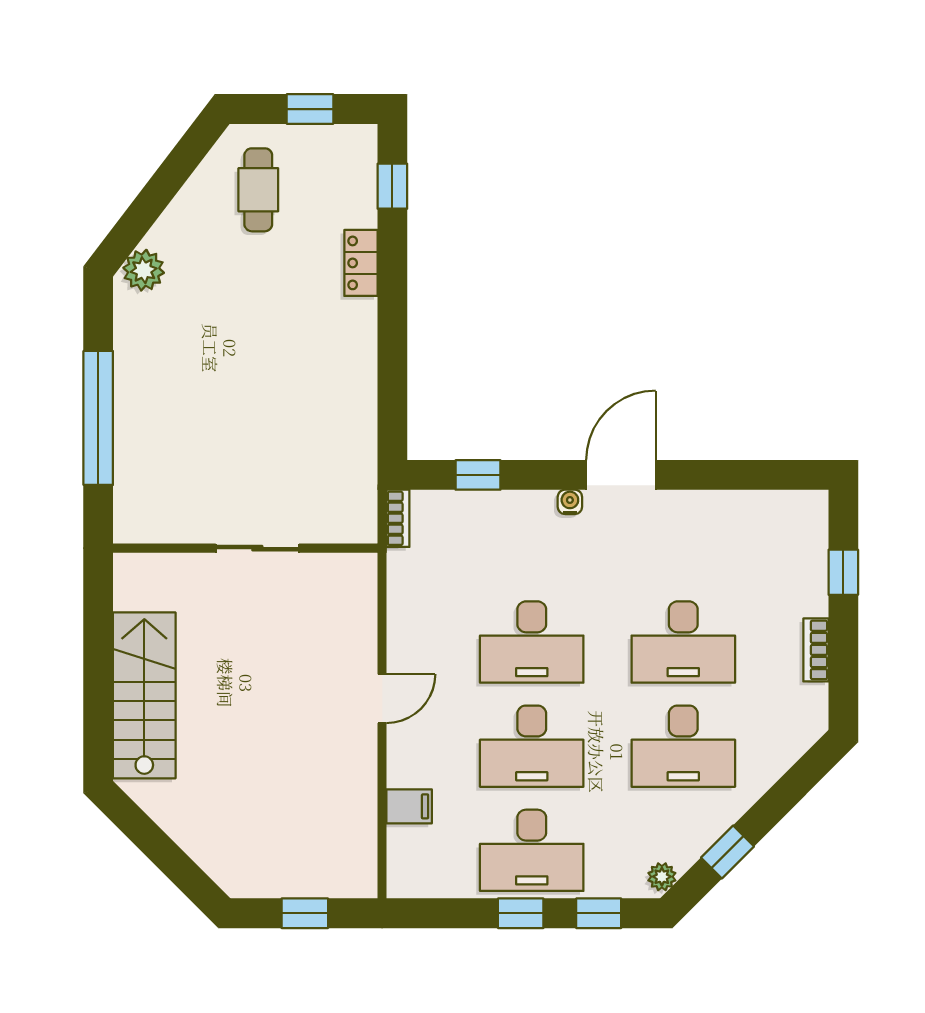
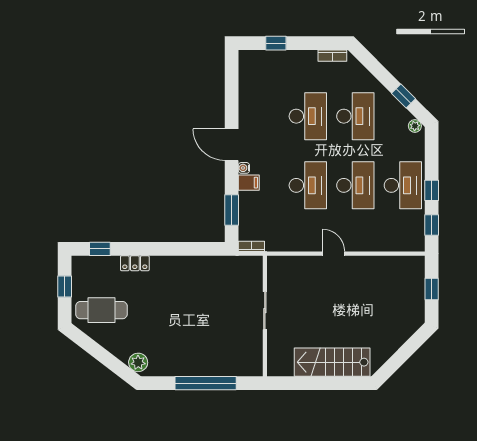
cafe table: (258, 190) -> (101, 310), width x1.37, depth x1.35
window: (478, 475) -> (232, 210), width x1.50
bookcase: (816, 650) -> (332, 56), moved
filing cabinet: (409, 806) -> (249, 183), moved, turned 90
window: (599, 913) -> (432, 225), moved

